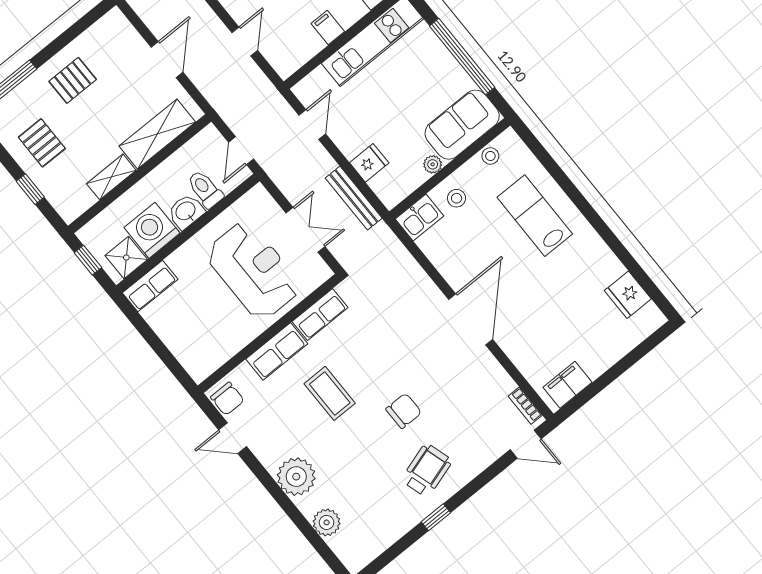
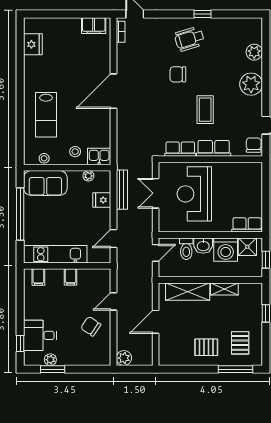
pallet: (42, 143) -> (240, 343), moved
plant: (433, 164) -> (88, 176), moved

